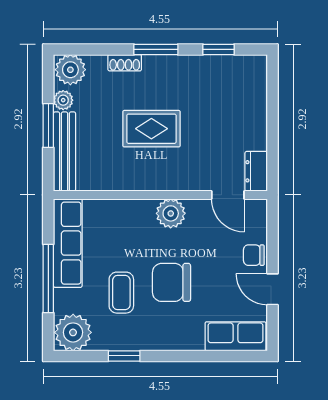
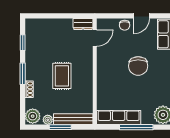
plant: (171, 213) -> (104, 66), removed
coffee table: (121, 293) -> (143, 91), removed

